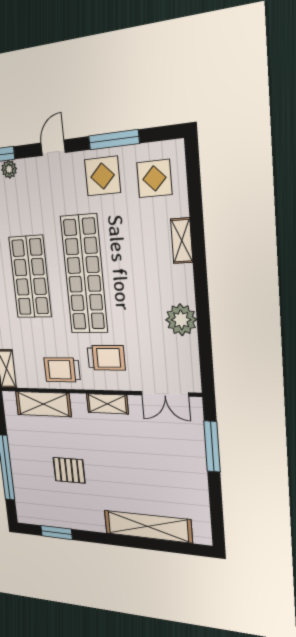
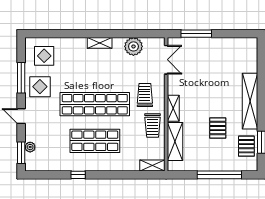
shelving: (182, 241) -> (100, 43), moved
plant: (181, 320) -> (133, 46), moved
shelving: (107, 404) -> (173, 108), moved
pallet: (49, 510) -> (246, 146), added
shelving: (148, 526) -> (250, 101), moved

